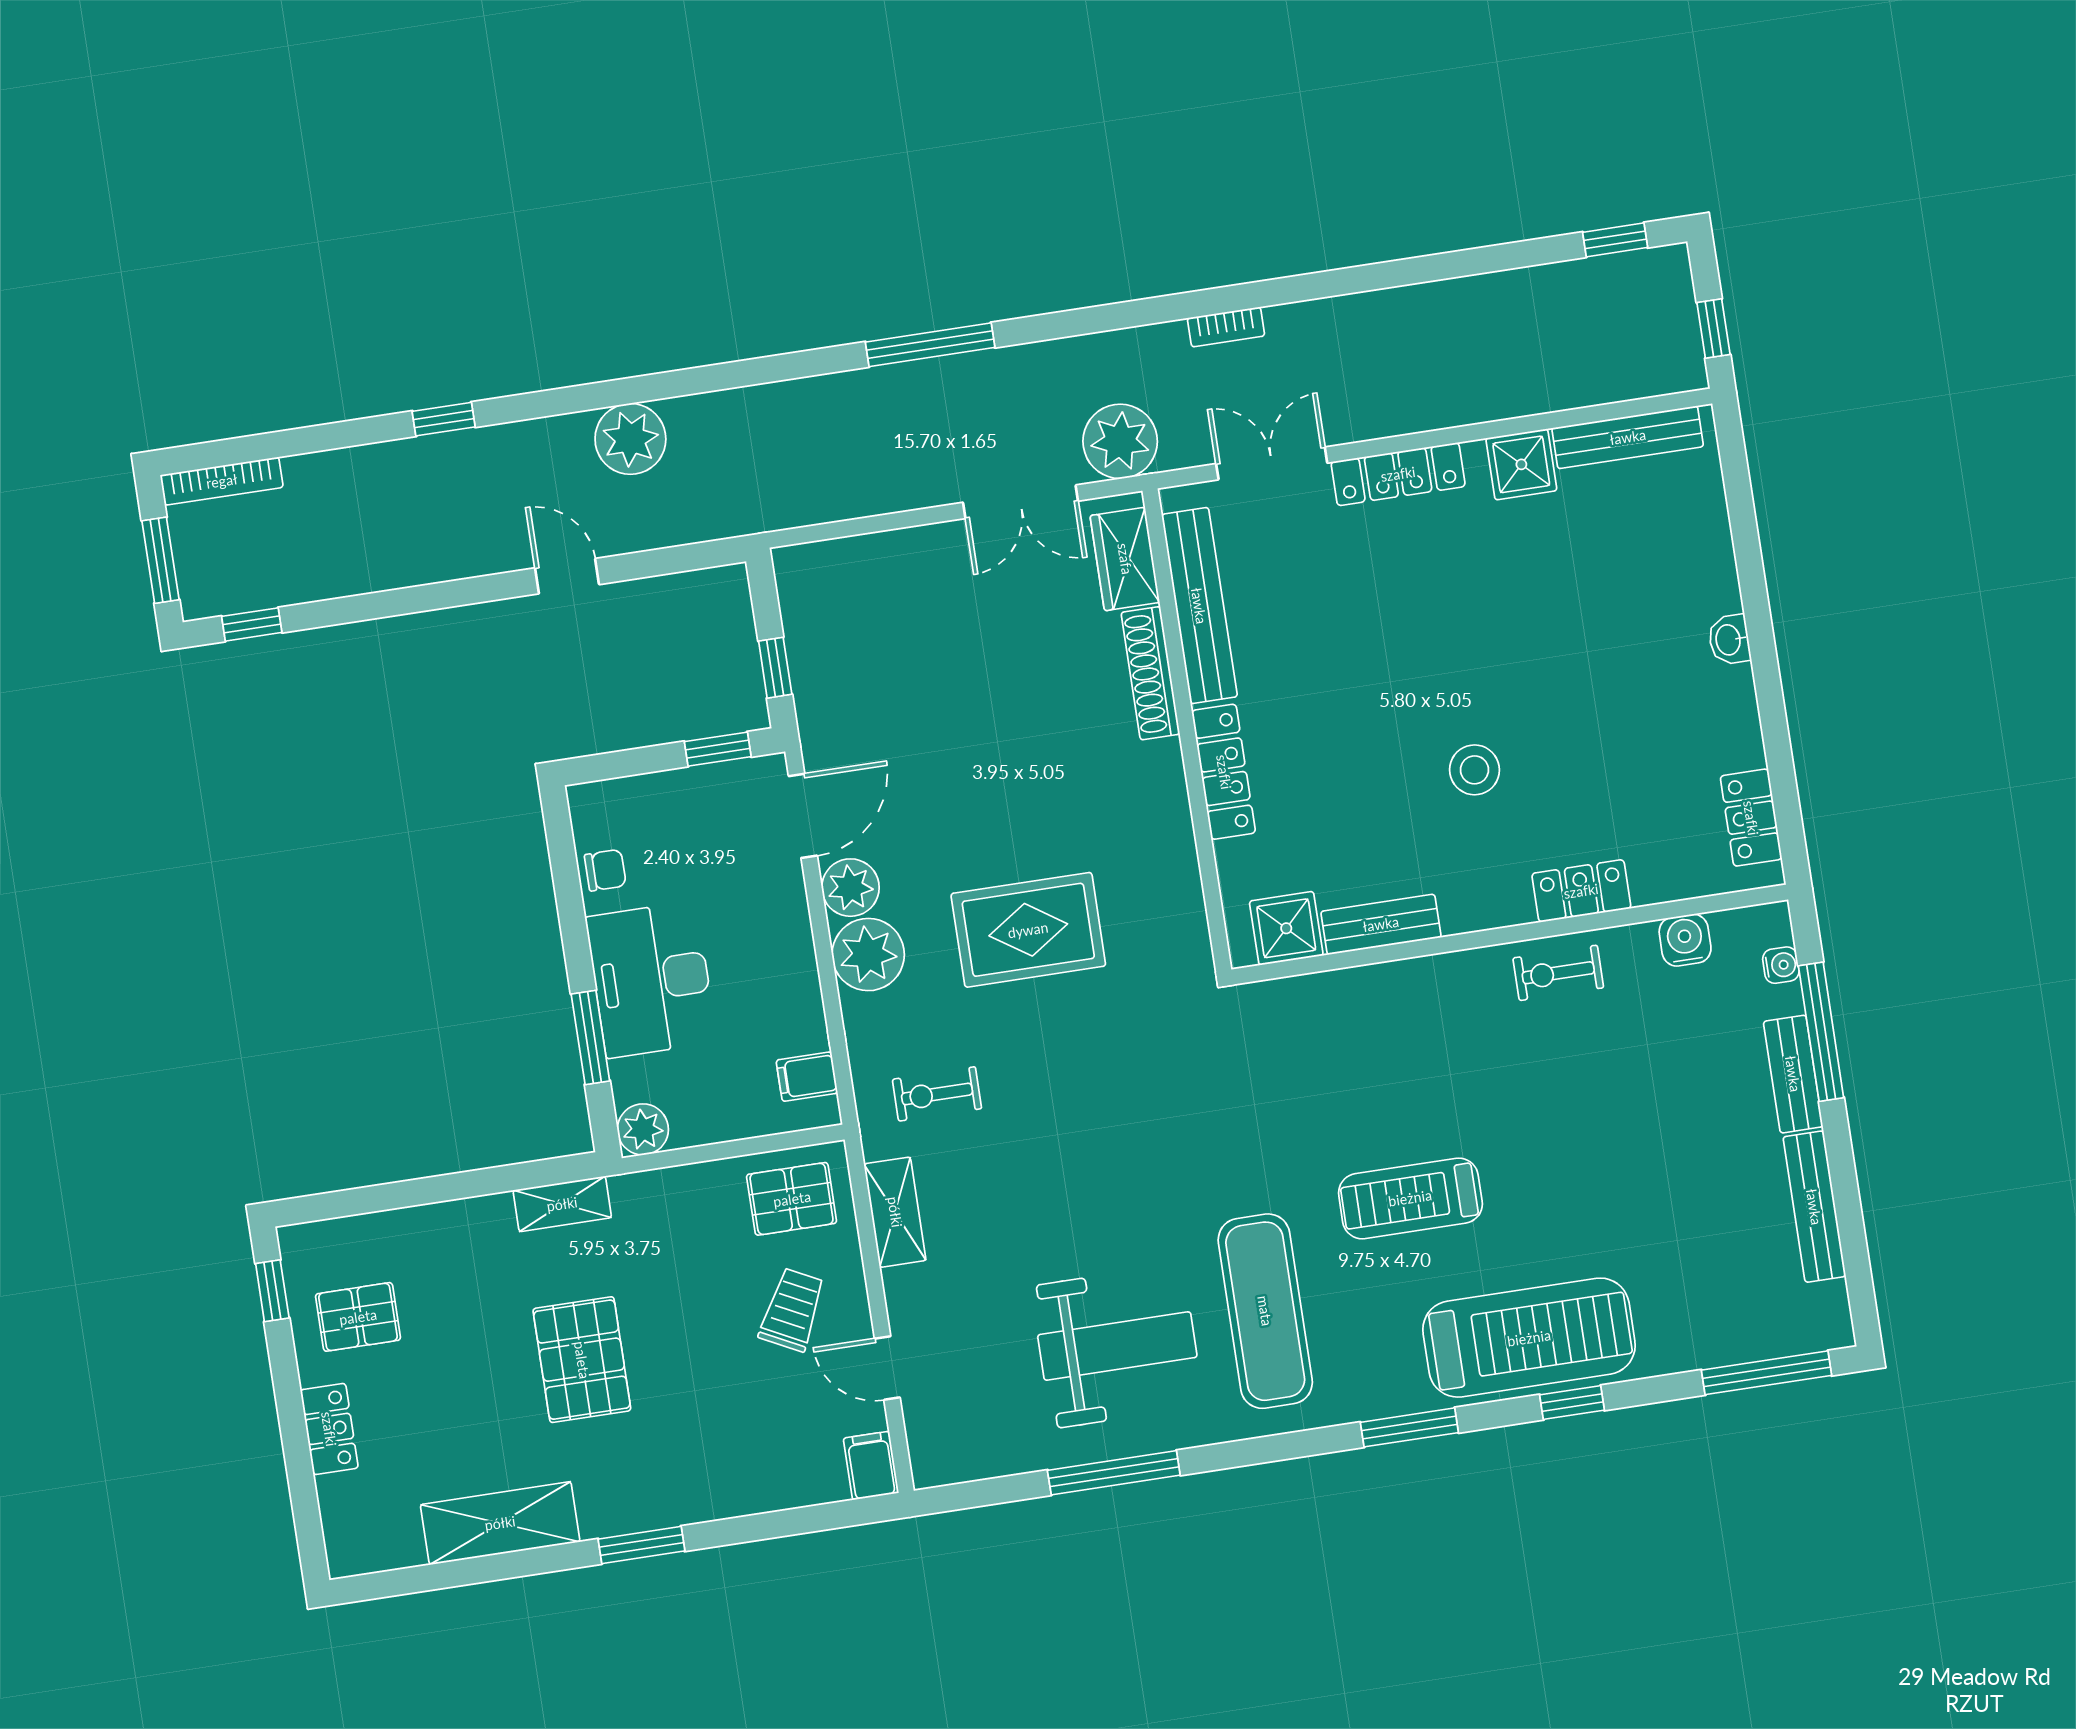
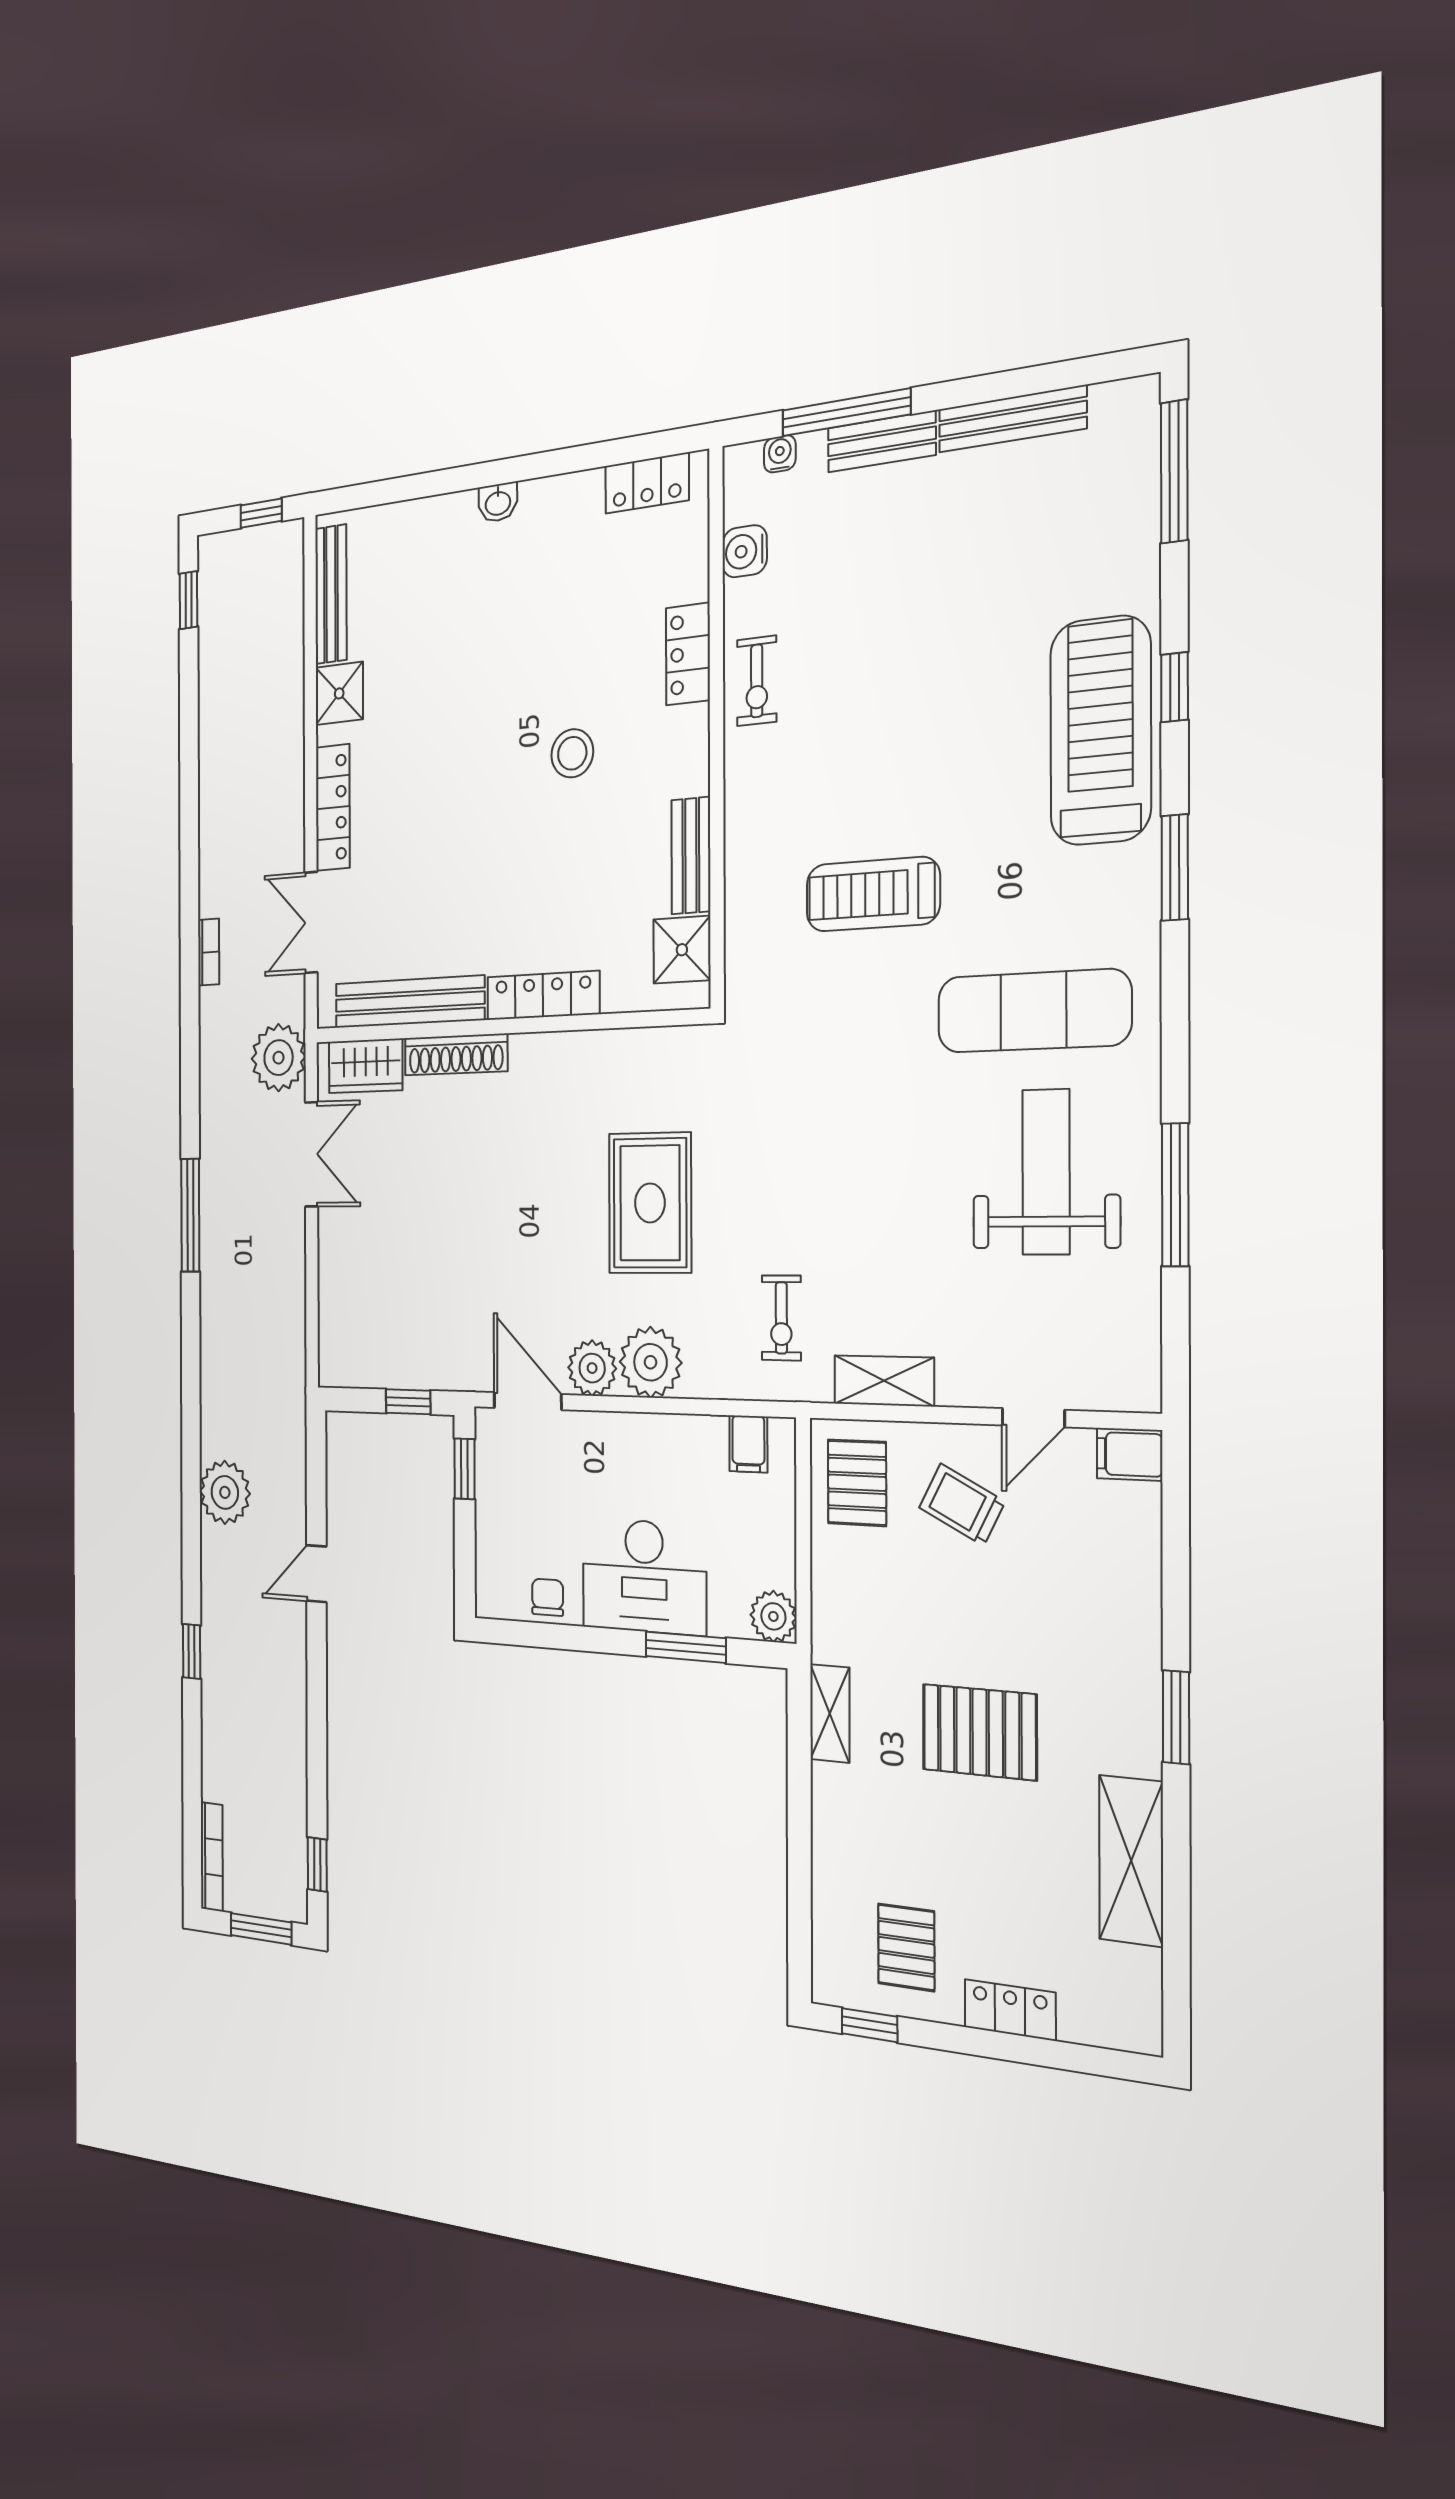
treadmill: (1410, 1198) -> (873, 894), moved, turned 90

